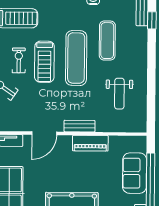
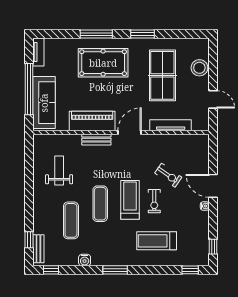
exercise mat: (76, 58) -> (100, 204), width x0.73, depth x0.69
piano: (90, 143) -> (92, 121), width x1.37, depth x1.33
sofa: (135, 173) -> (44, 103), width x1.36

